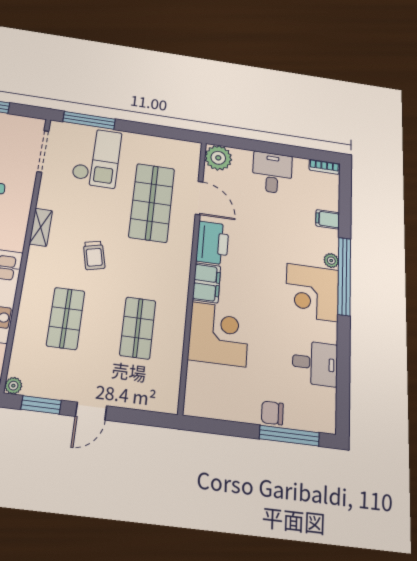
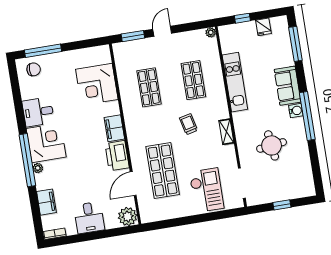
window: (89, 120) -> (219, 215), removed
checkout: (97, 157) -> (207, 190), turned 180
door: (199, 198) -> (133, 184), hinge flipped
filing cabinet: (328, 219) -> (46, 202), width x2.00
corner desk: (219, 334) -> (97, 84), moved
desk: (315, 363) -> (38, 112), moved
window: (41, 405) -> (133, 36), moved
chair: (272, 413) -> (34, 69), moved

